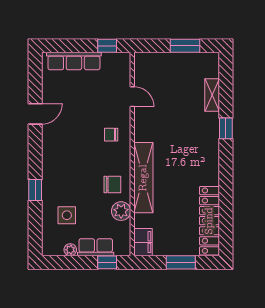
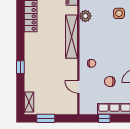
window: (107, 46) -> (104, 118), moved
shelving: (212, 95) -> (29, 102), moved
chair: (112, 184) -> (110, 81), moved

